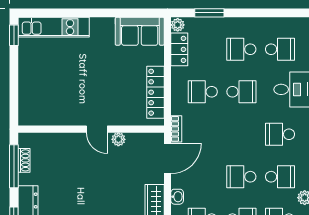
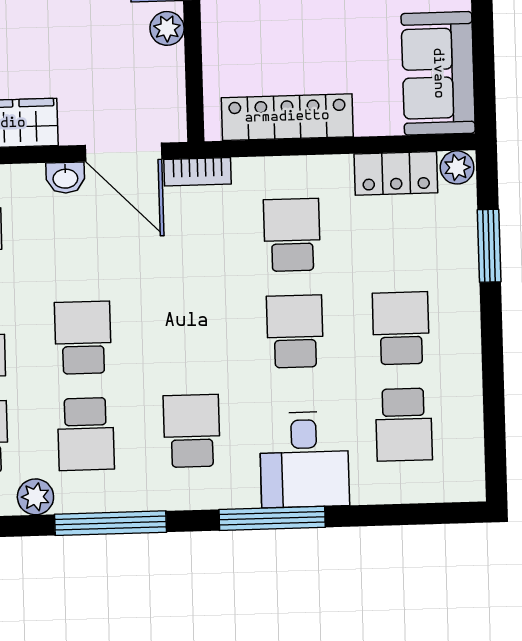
school desk: (241, 92) -> (295, 331), turned 180
washbasin: (177, 197) -> (65, 178), moved

